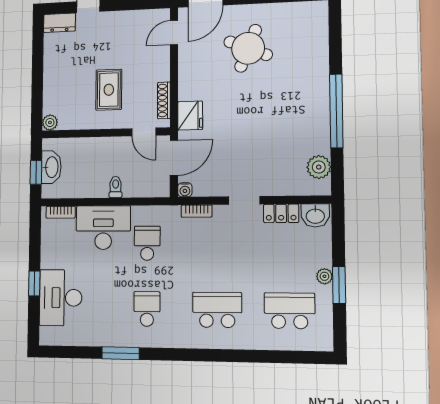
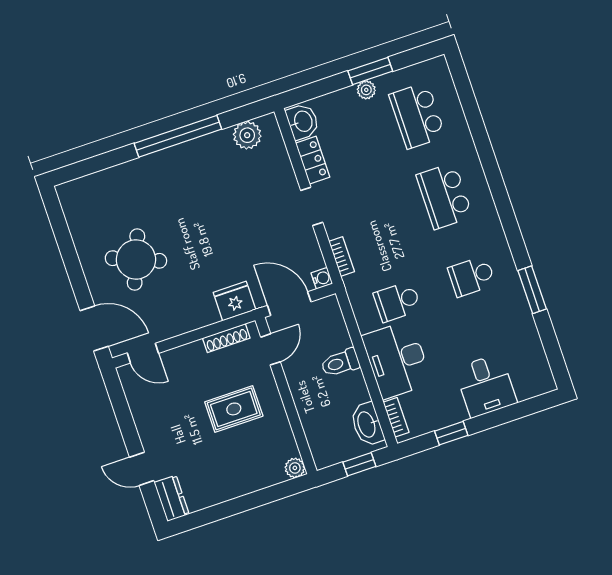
washbasin: (51, 167) -> (367, 424), moved, turned -90
toilet: (116, 187) -> (340, 363), width x1.37, depth x1.39
window: (34, 283) -> (451, 433), moved
desk: (61, 298) -> (486, 386), width x0.73

